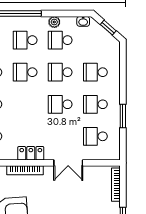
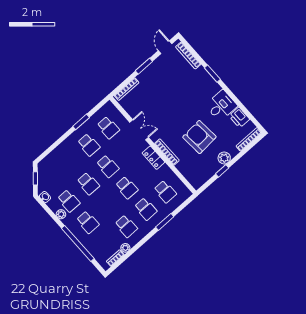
school desk: (25, 72) -> (127, 188), moved
school desk: (95, 72) -> (69, 162), removed

